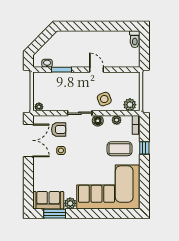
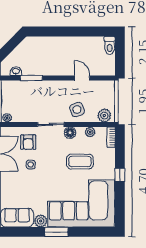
door: (96, 70) -> (82, 78), moved
armchair: (59, 130) -> (28, 142), turned 90
window: (144, 148) -> (120, 175), moved
coffee table: (120, 149) -> (80, 162), moved
window: (55, 214) -> (56, 232), moved

